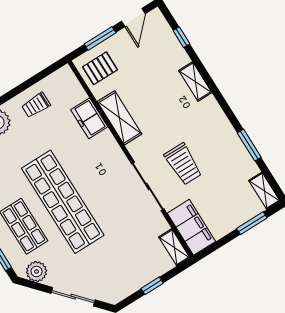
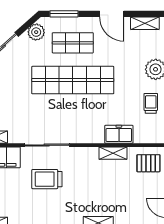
pallet: (100, 68) -> (148, 163), turned 90
shelving: (119, 118) -> (113, 153), width x0.67, depth x0.75

